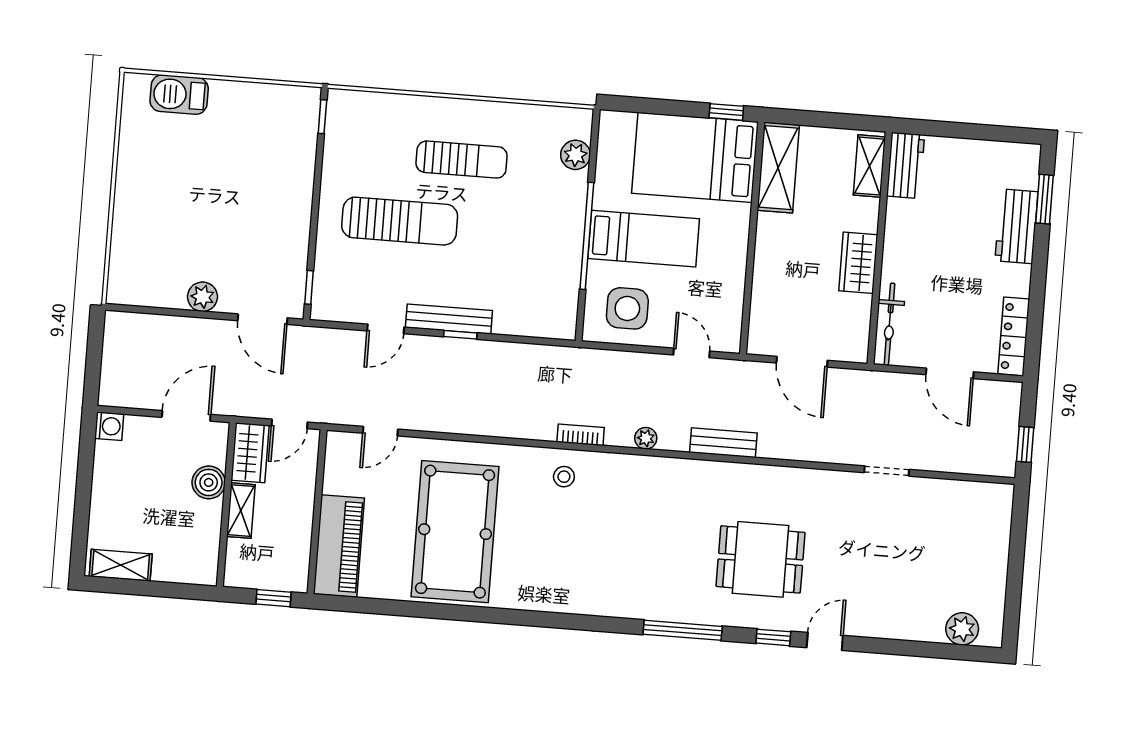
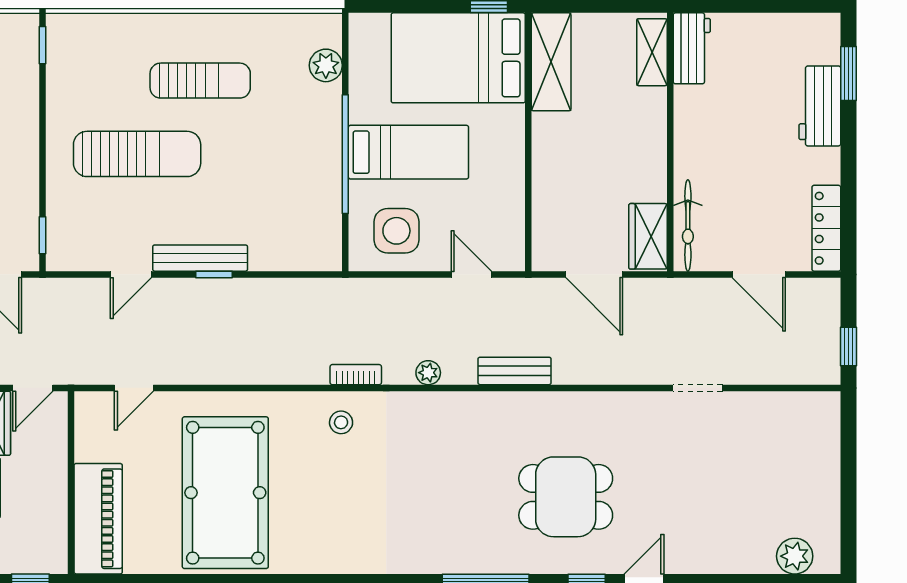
wardrobe: (858, 263) -> (648, 236), moved

